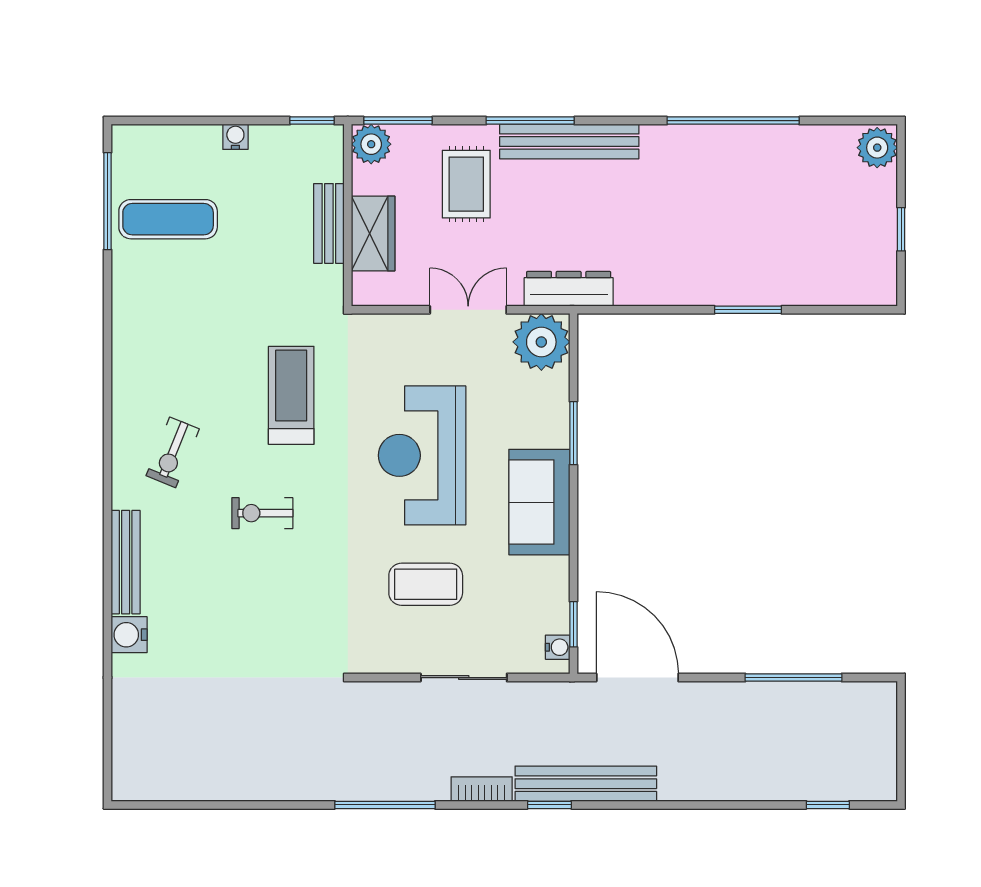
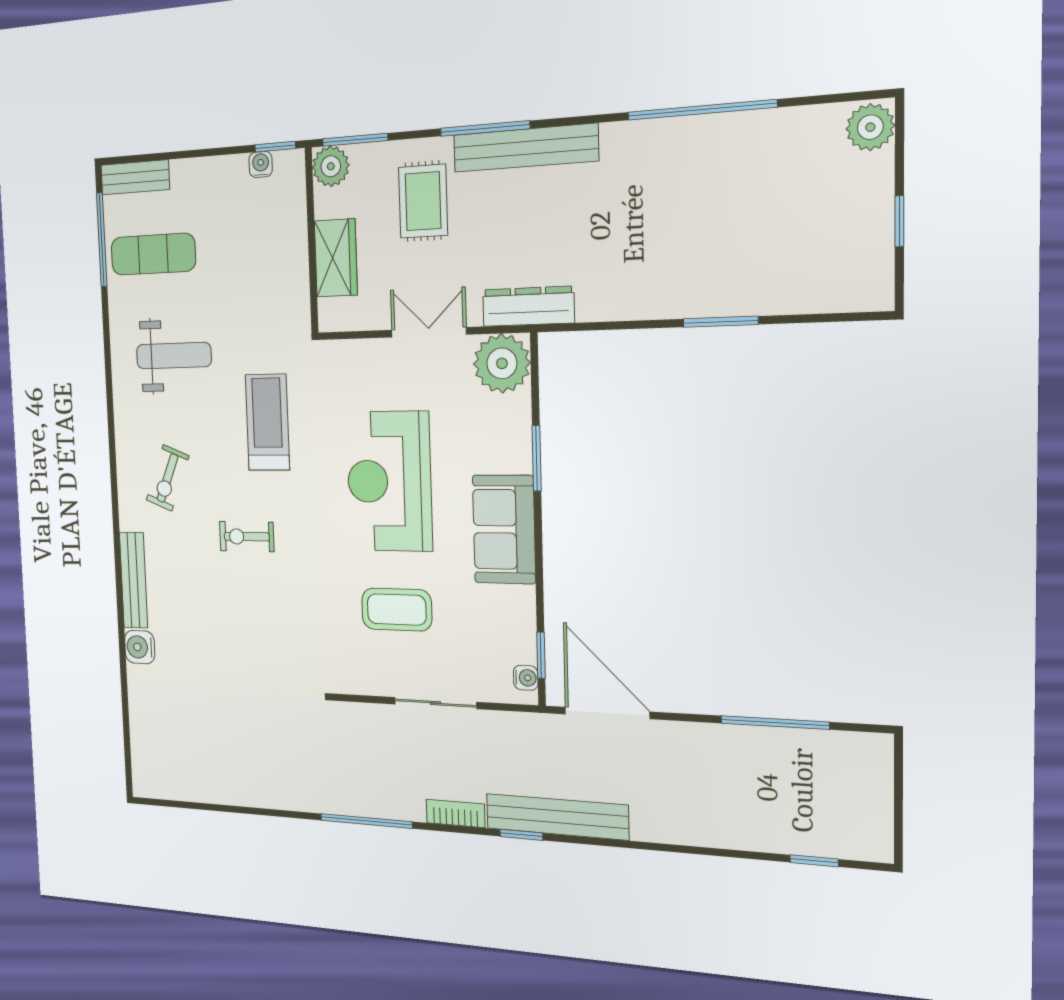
water cooler: (235, 137) -> (261, 164), moved
bench: (329, 223) -> (135, 177), moved, turned 90
weight bench: (187, 325) -> (174, 356), added

